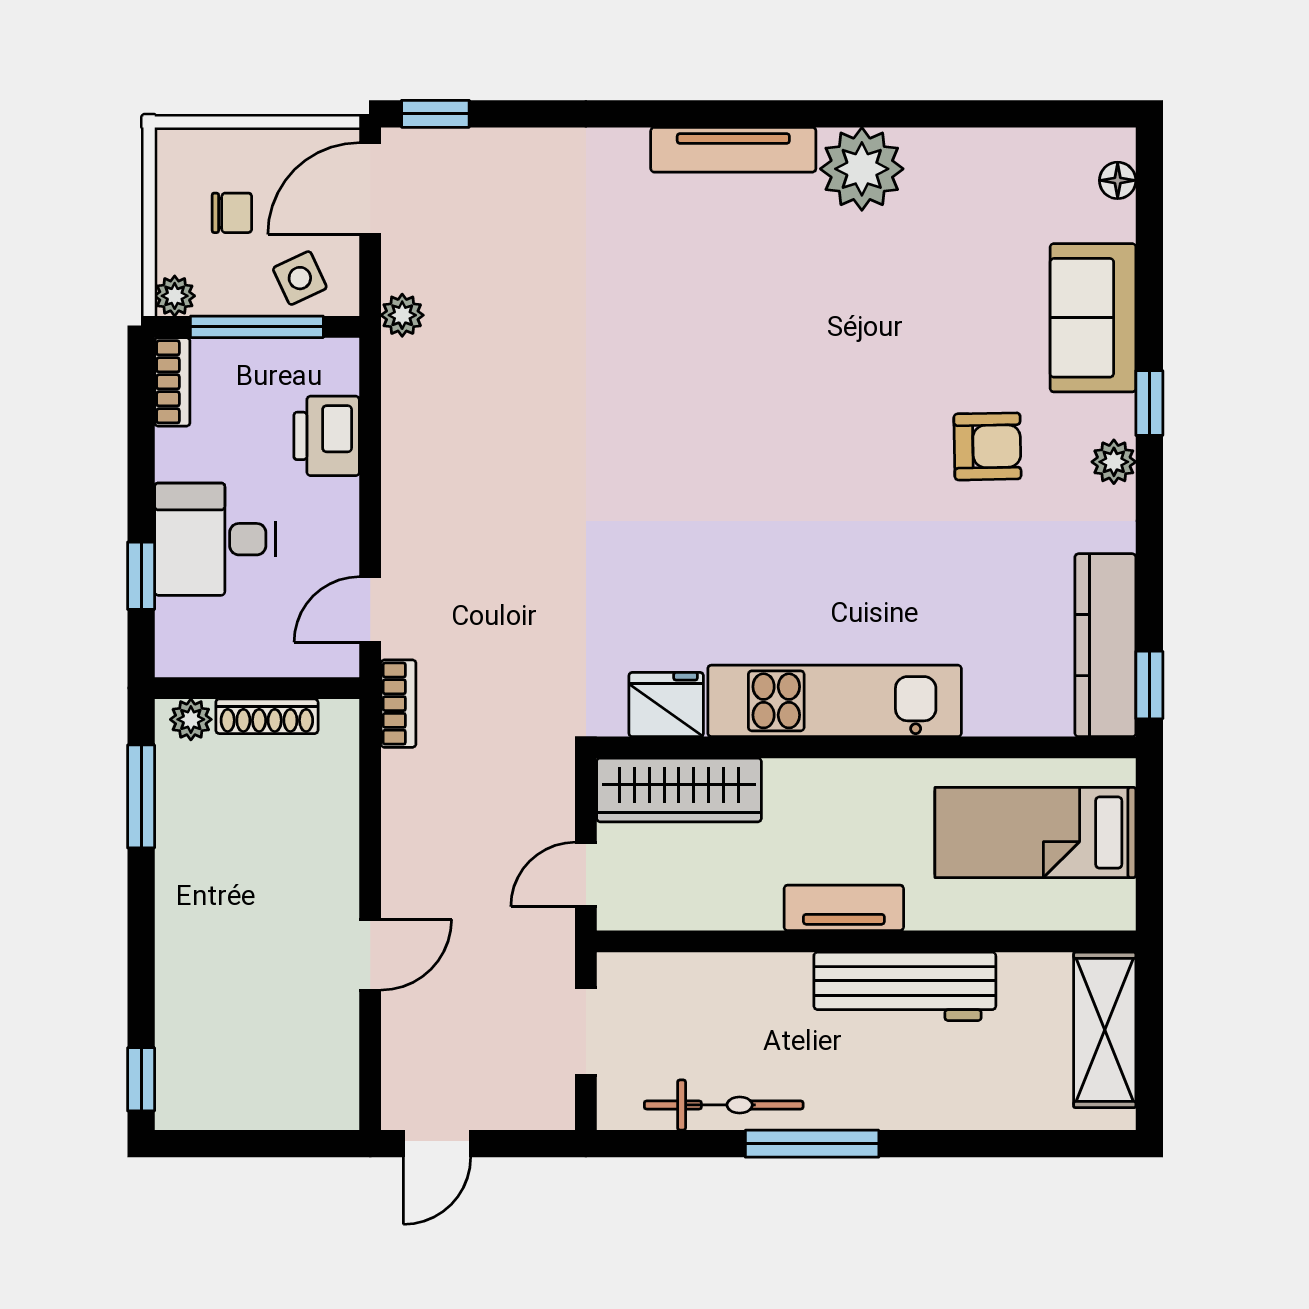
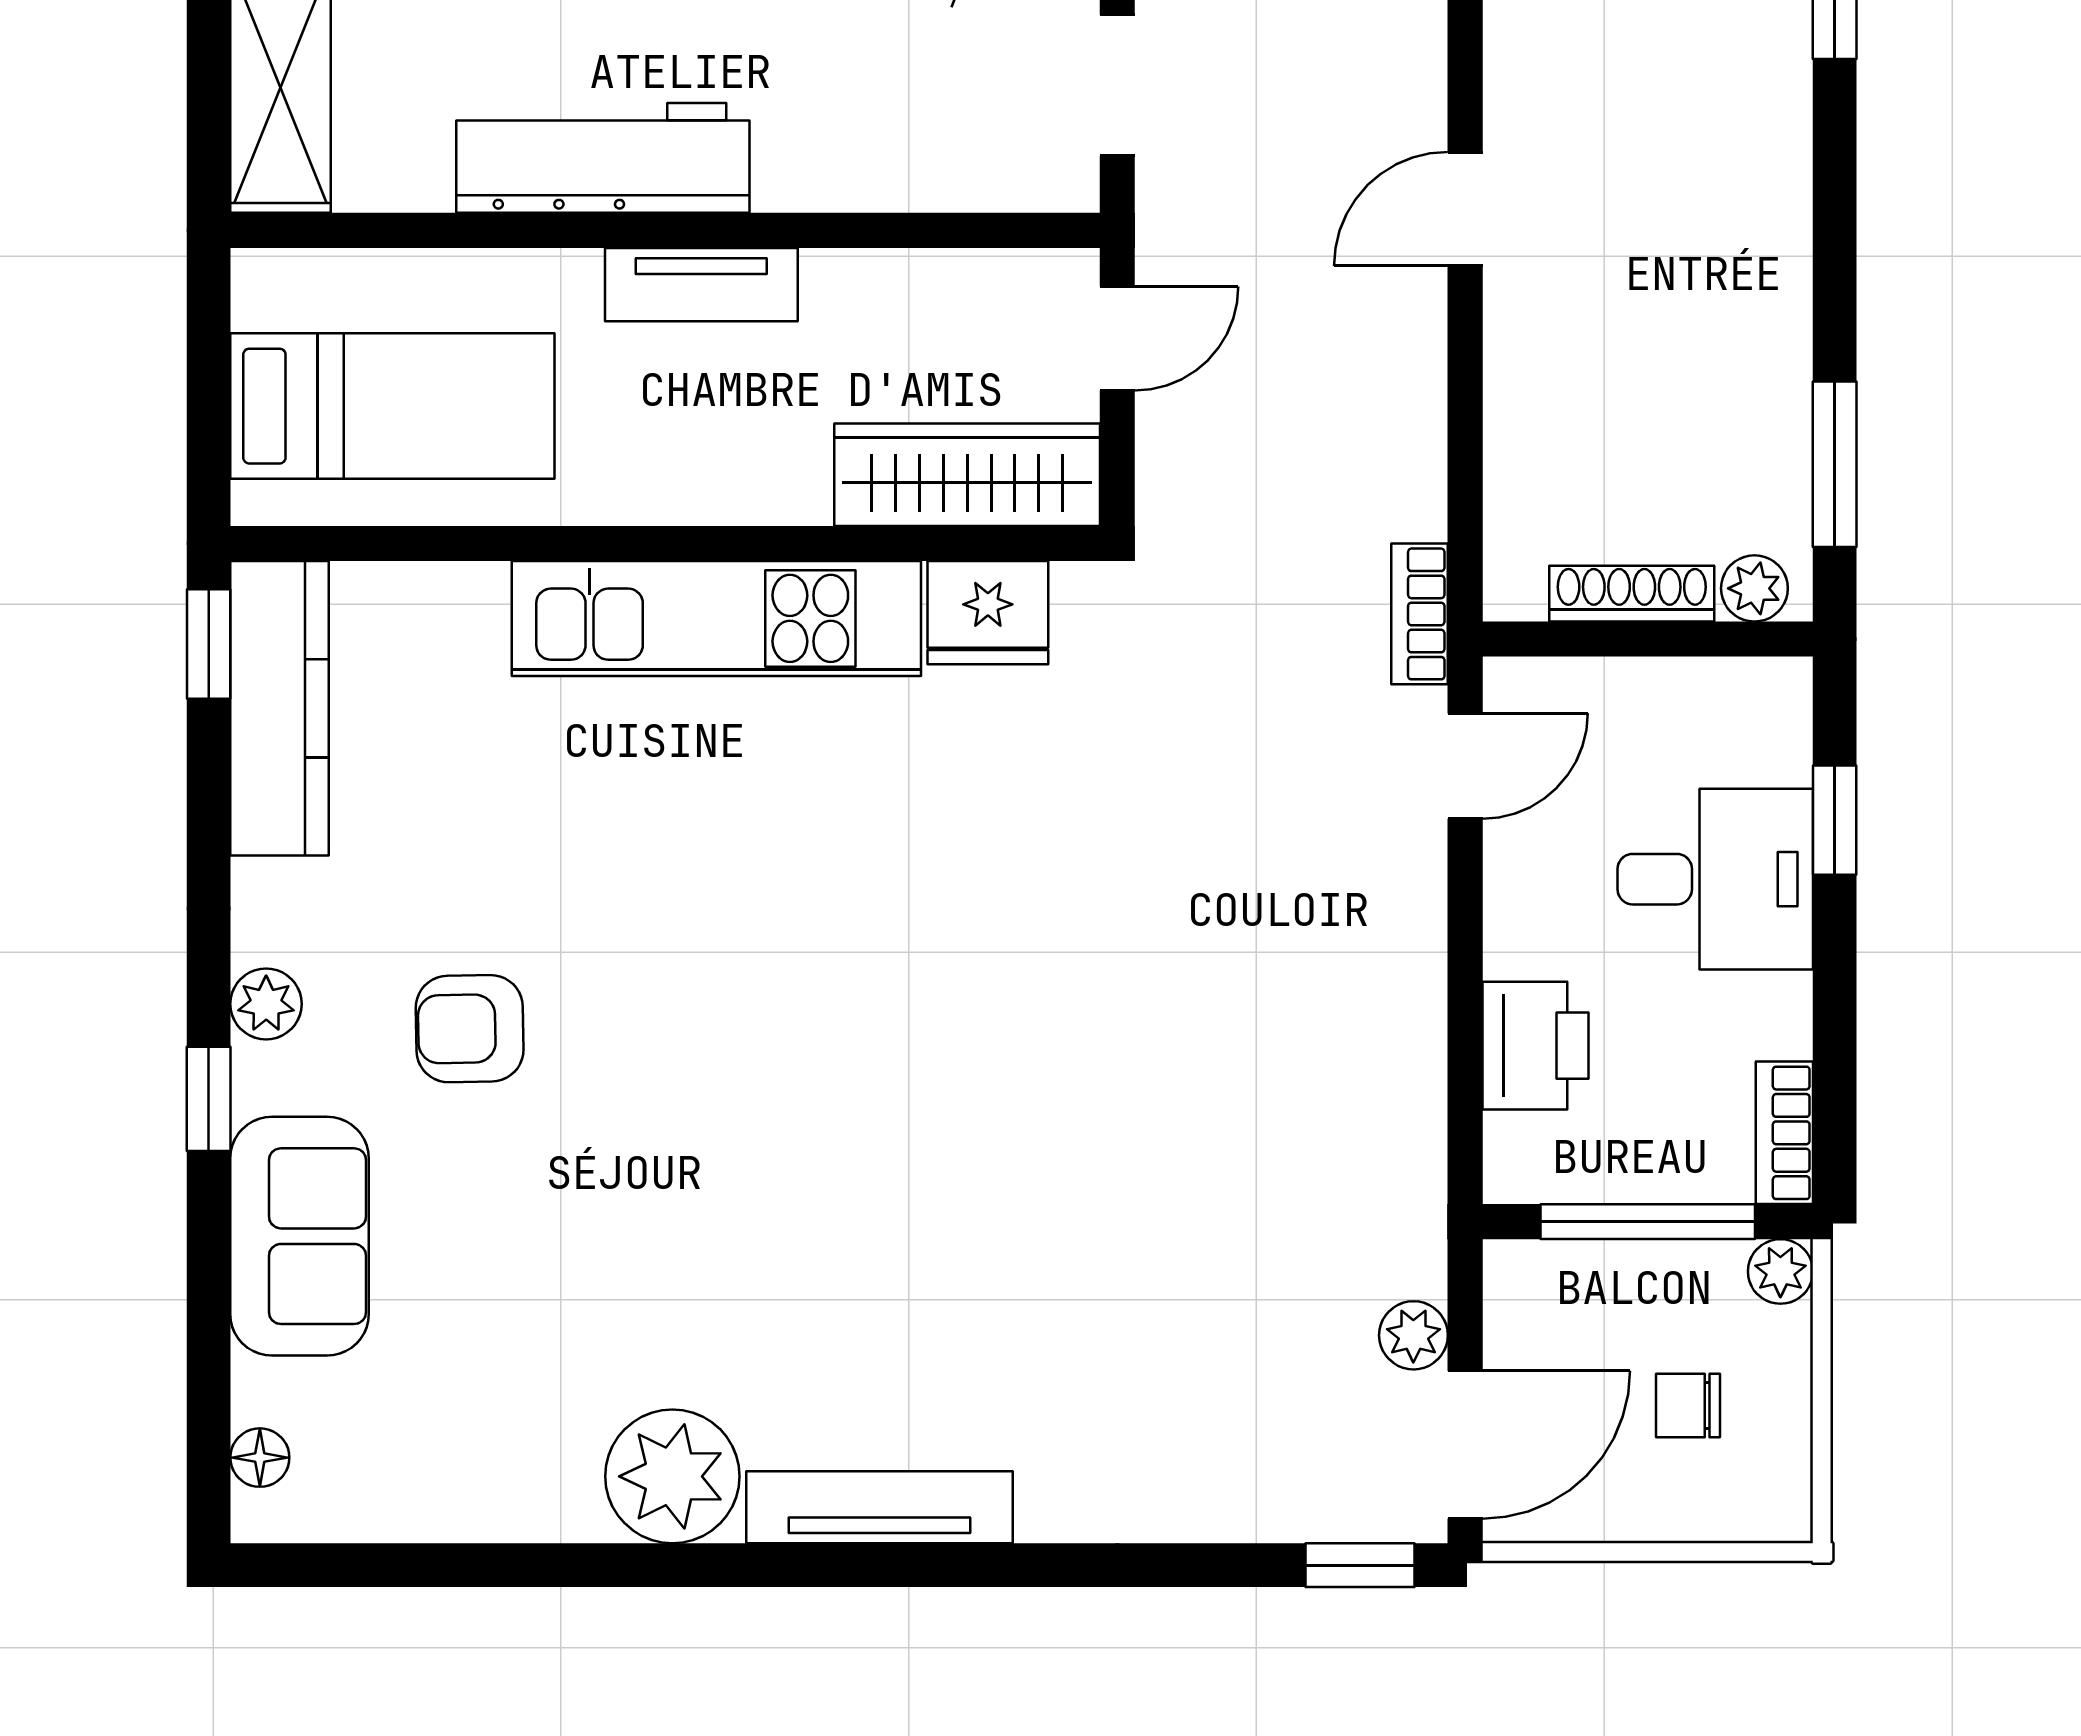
side table: (300, 278) -> (1579, 1300), removed
plant: (402, 315) -> (1413, 1335), moved

